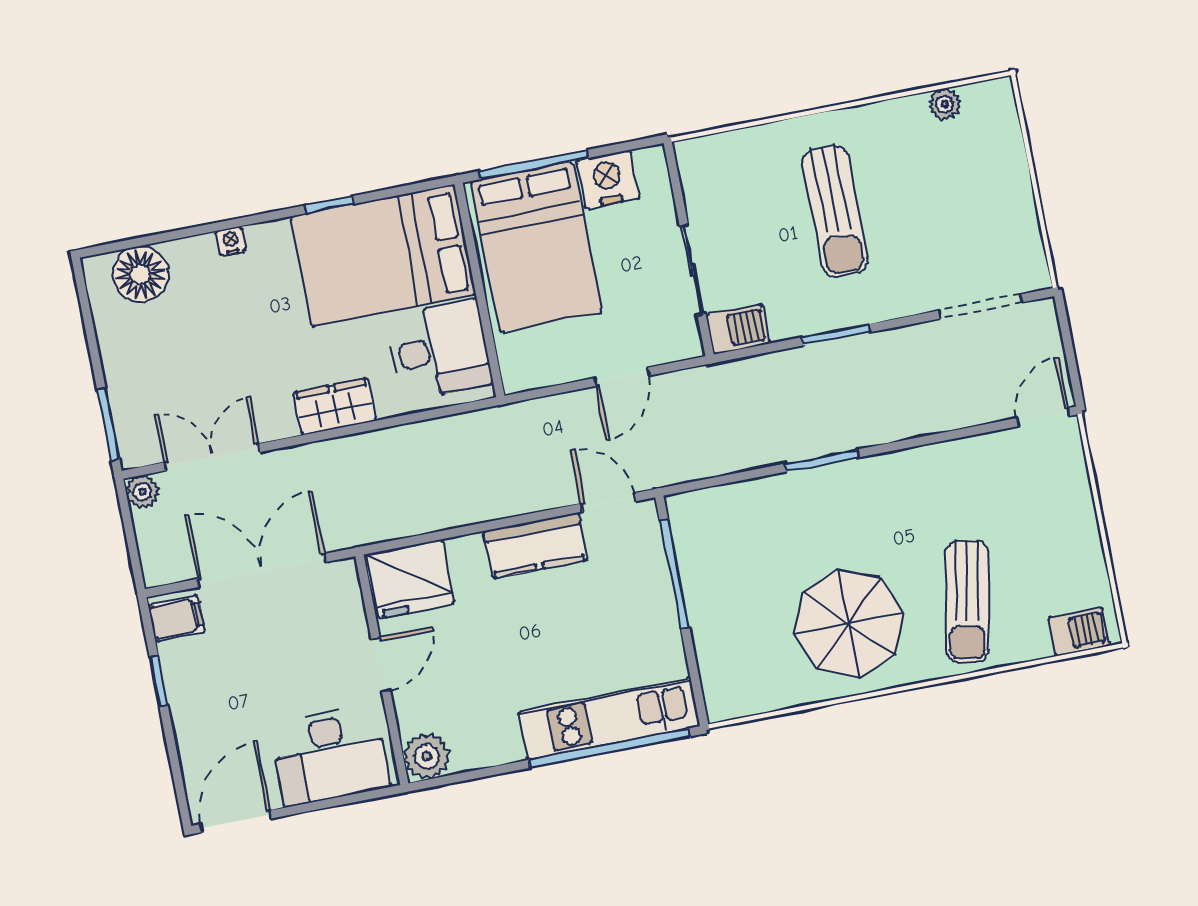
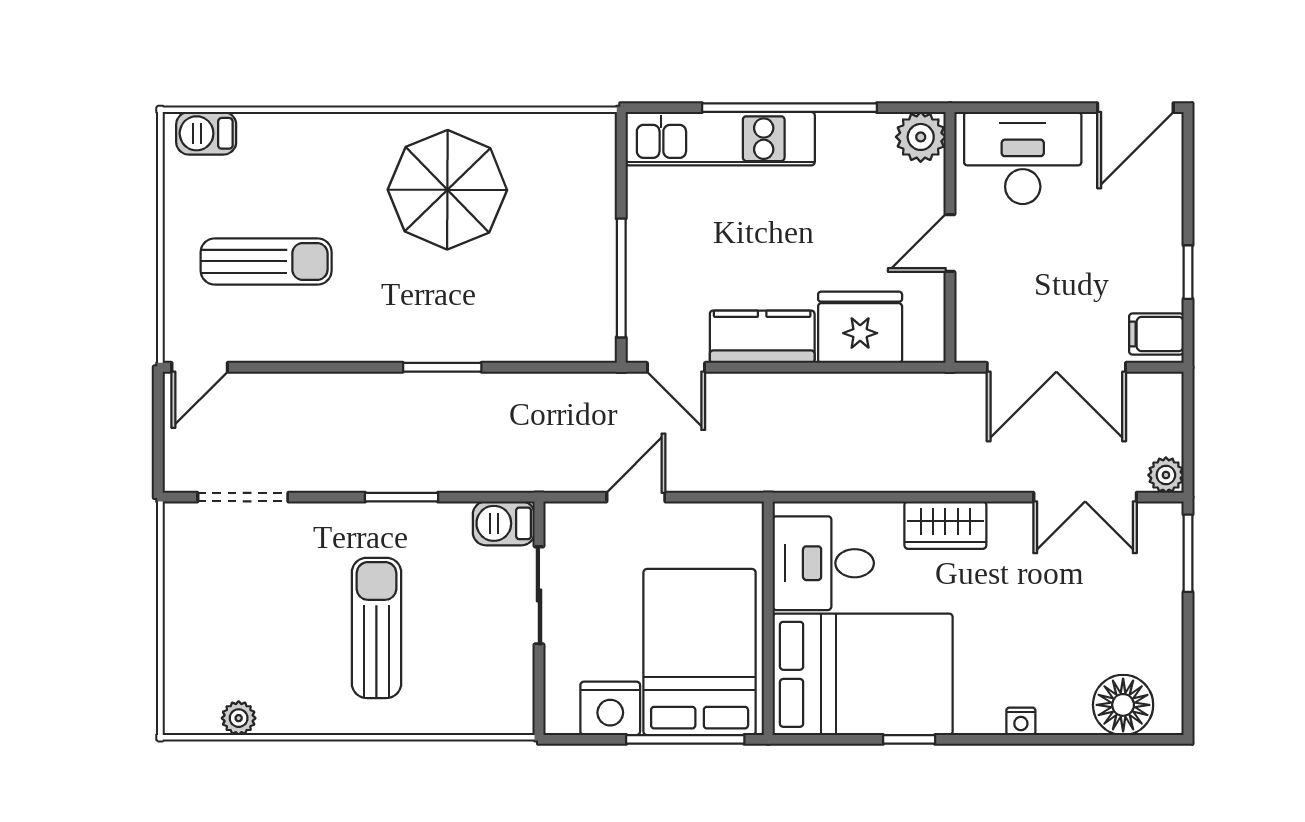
fridge: (410, 579) -> (860, 327), moved
sun lounger: (967, 601) -> (266, 261), moved, turned 79
window: (609, 748) -> (789, 108), moved

